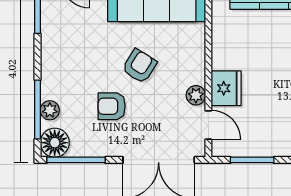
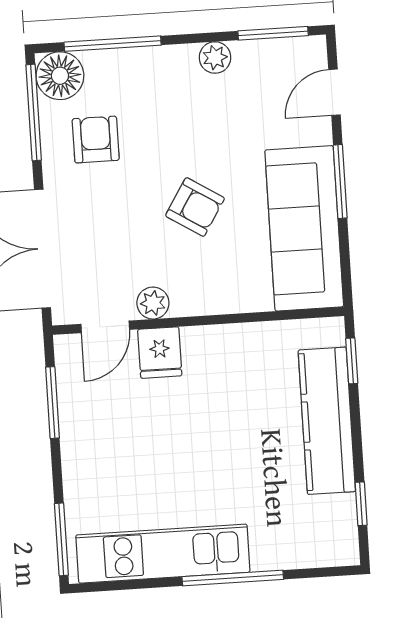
fridge: (226, 88) -> (160, 353), width x0.72
armchair: (112, 106) -> (96, 140), moved
plant: (50, 110) -> (215, 58), moved

